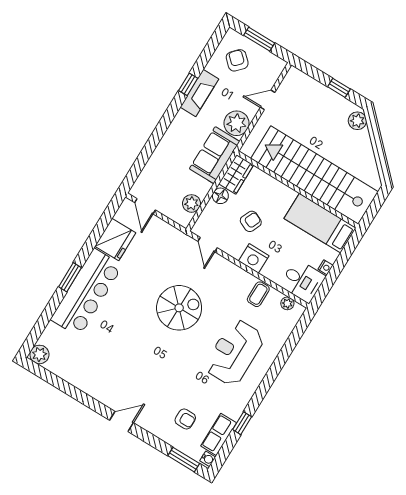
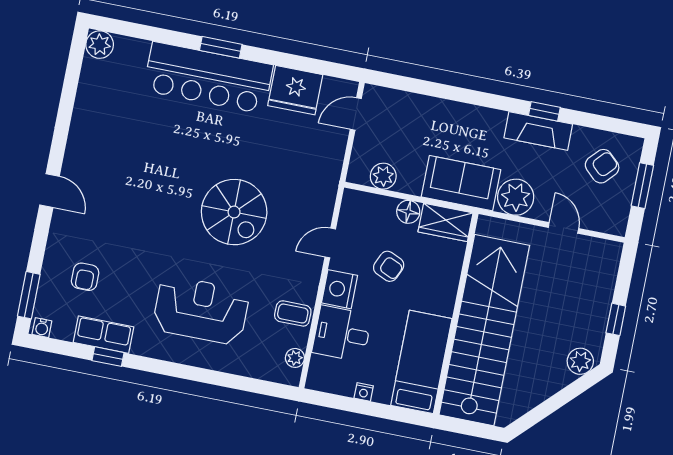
door: (207, 245) -> (330, 243), moved
desk: (302, 281) -> (342, 334), moved, turned 90
row of seats: (219, 434) -> (103, 335), moved

